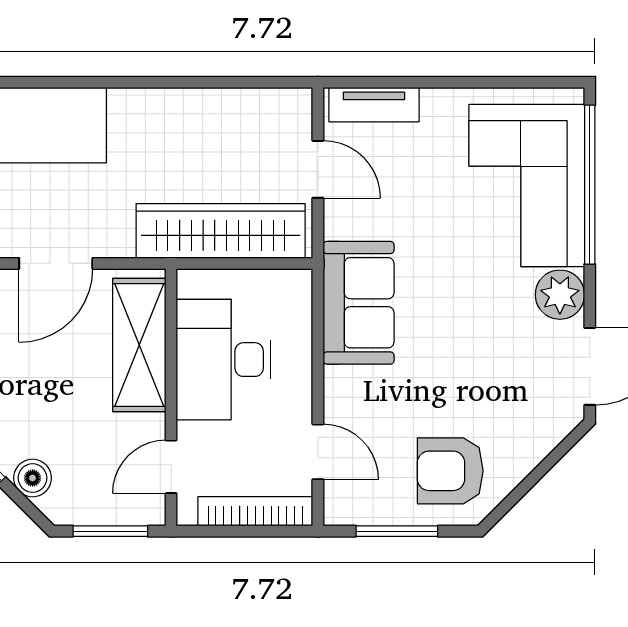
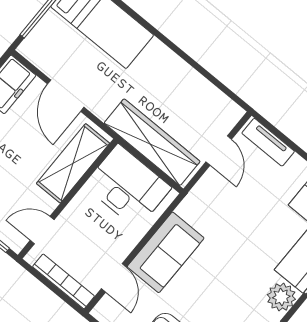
door: (56, 263) -> (66, 96), hinge flipped
sofa: (359, 303) -> (166, 252), moved
desk: (224, 360) -> (128, 186), moved, turned 90

